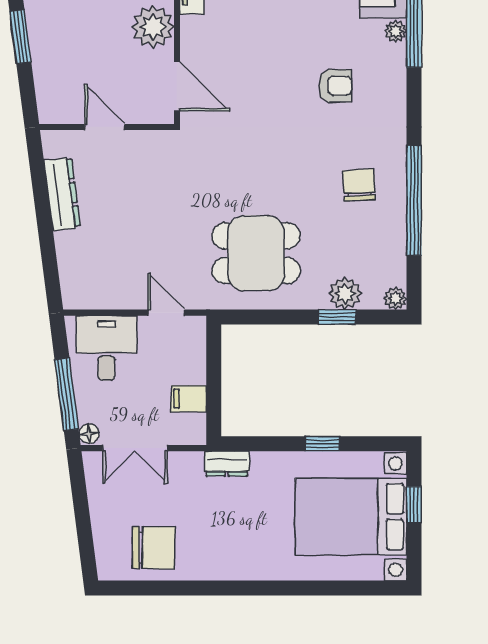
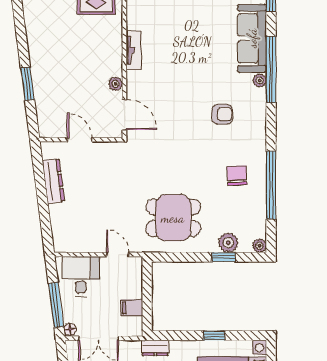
plant: (153, 27) -> (116, 84), width x0.53, depth x0.53

